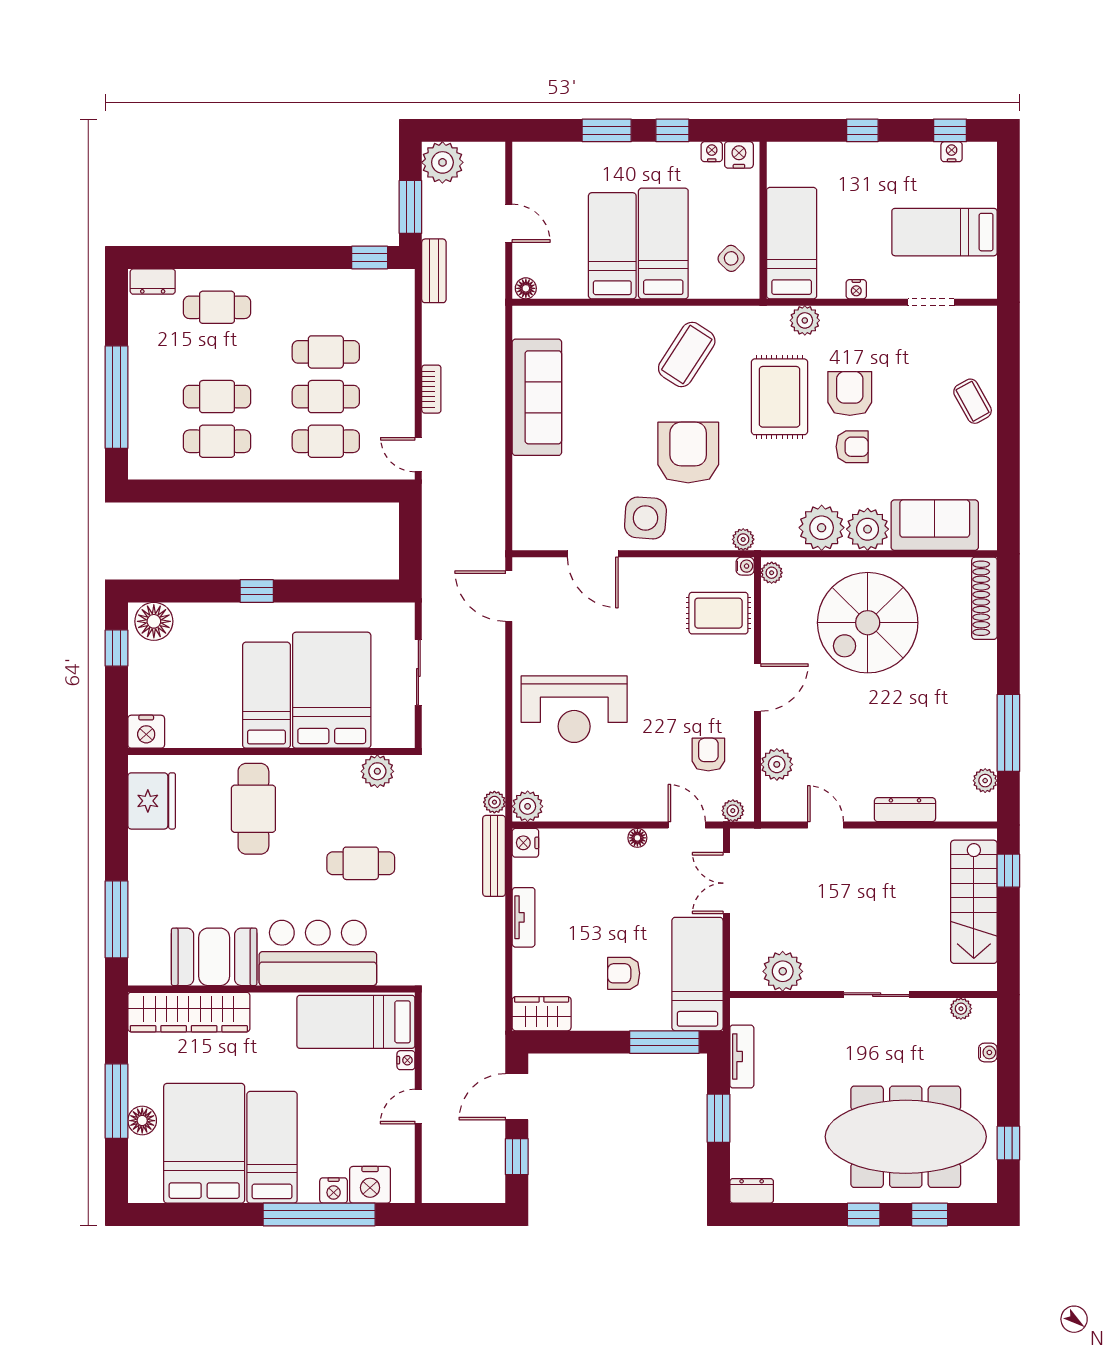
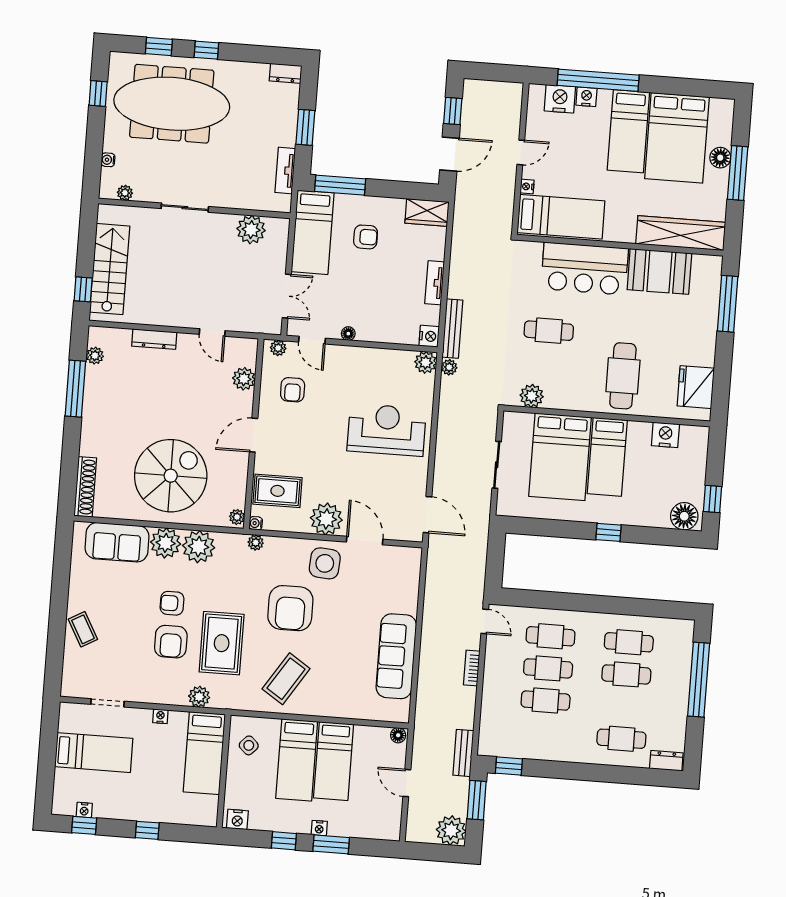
nightstand: (712, 152) -> (319, 828), moved
plant: (648, 580) -> (326, 519), added
nightstand: (146, 732) -> (665, 435), moved

